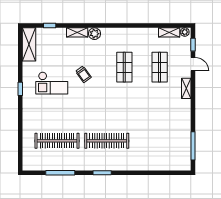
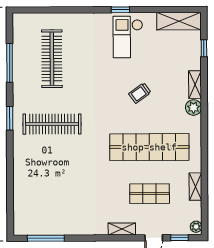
shelving: (169, 32) -> (195, 187), moved
shop shelf: (124, 67) -> (149, 147), width x2.00, depth x1.36
checkout: (52, 83) -> (128, 37), moved
clothes rail: (107, 141) -> (52, 124), turned 90

